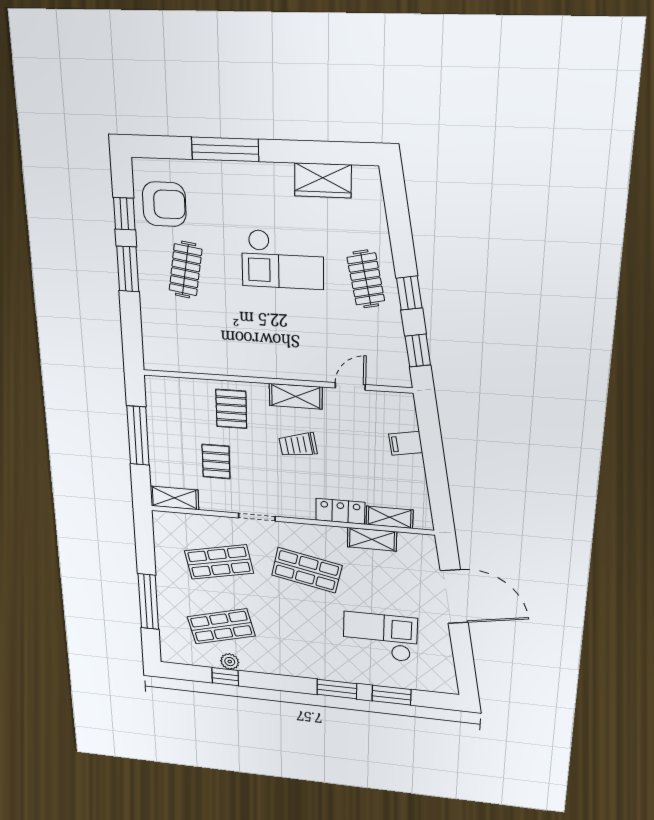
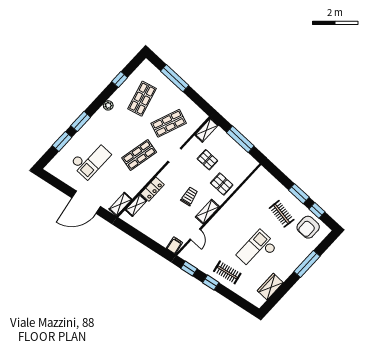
filing cabinet: (406, 443) -> (174, 245), moved
shelving: (372, 539) -> (120, 204), moved
shop shelf: (219, 562) -> (169, 123), turned 33
plant: (230, 662) -> (108, 105), moved

